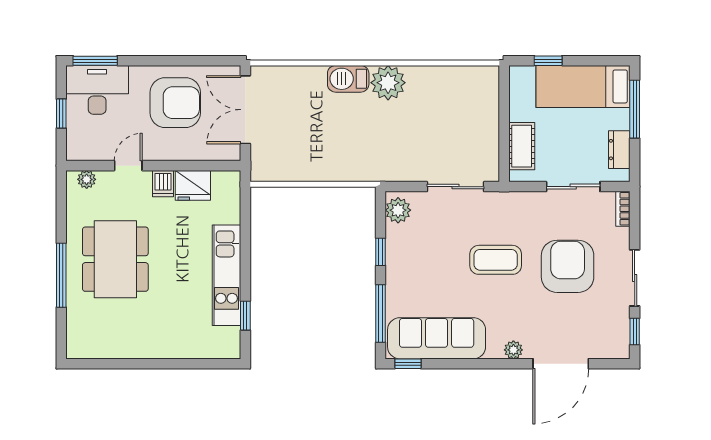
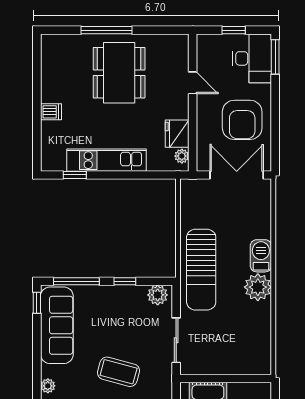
sun lounger: (366, 155) -> (201, 270), added
plant: (87, 179) -> (182, 156), moved
dishwasher: (163, 184) -> (51, 112), moved, turned 180
dining table: (115, 259) -> (119, 73), turned 90
coffee table: (496, 260) -> (119, 372), turned -75

